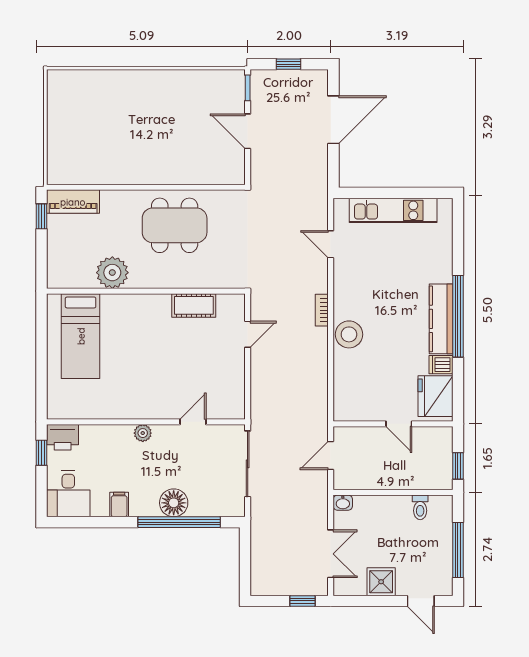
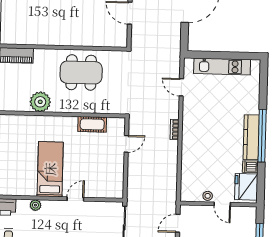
stool: (349, 334) -> (208, 196), moved, width x0.53, depth x0.53
bed: (81, 336) -> (50, 169), moved, turned 180
door: (193, 422) -> (75, 199), moved
plant: (143, 433) -> (35, 205), moved

